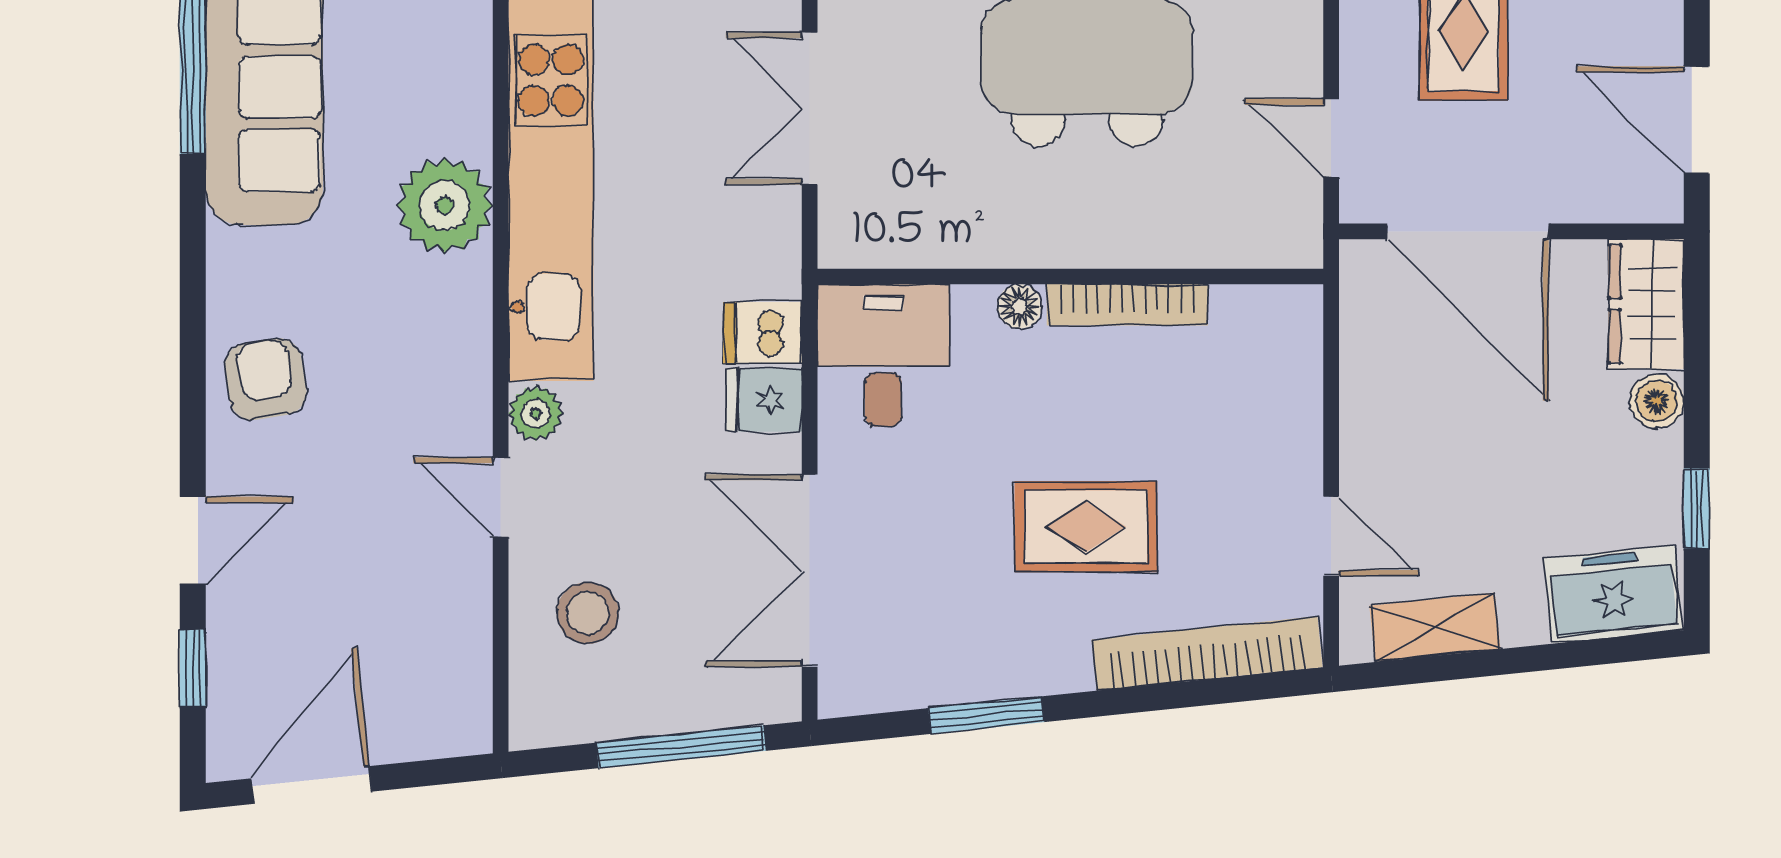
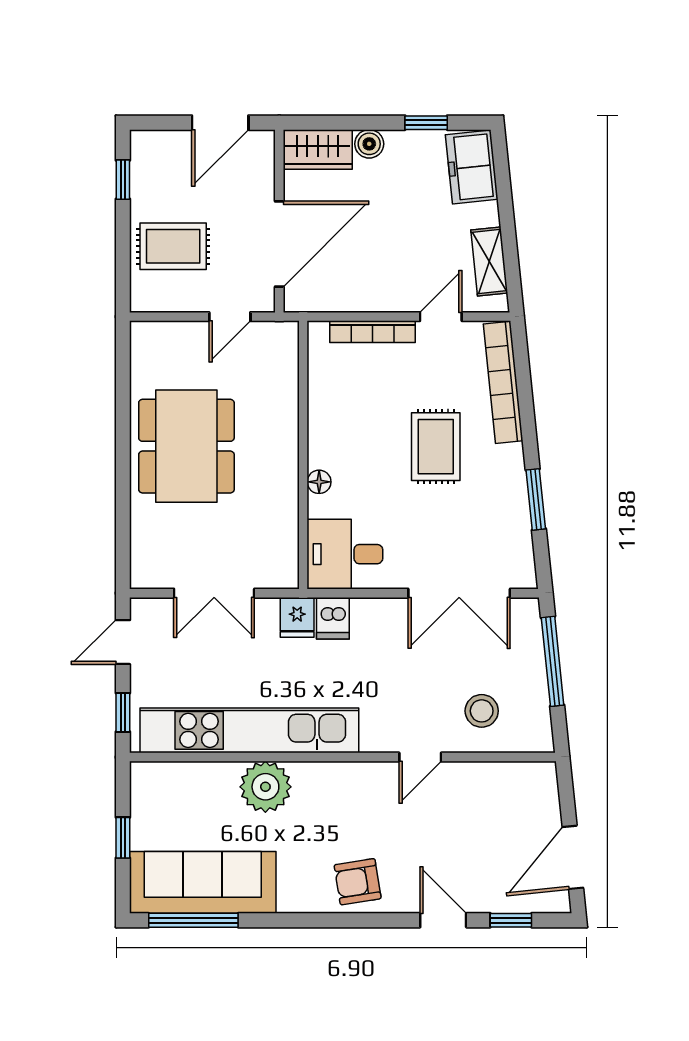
bookcase: (1127, 305) -> (372, 332), moved, turned 90
fridge: (764, 400) -> (297, 617), moved
plant: (536, 413) -> (376, 738), removed
door: (311, 785) -> (573, 857), hinge flipped

